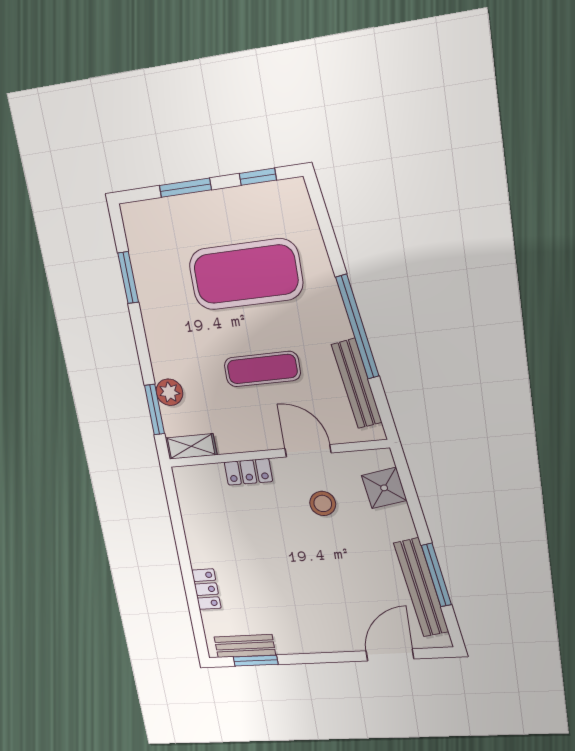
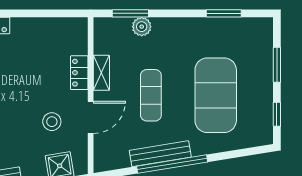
bench: (357, 384) -> (160, 154), moved
shelving: (191, 446) -> (101, 73), moved

